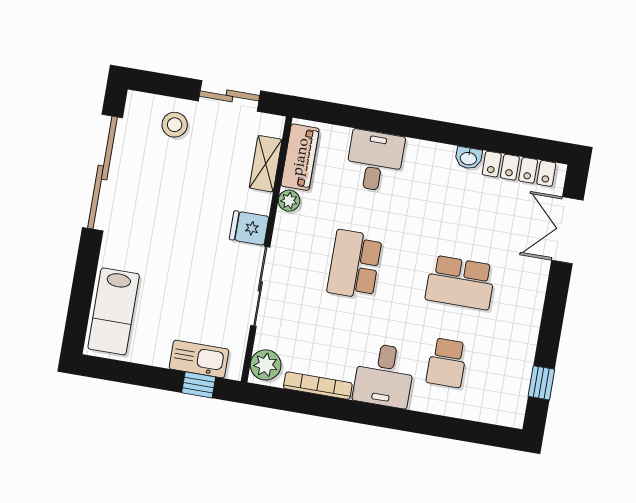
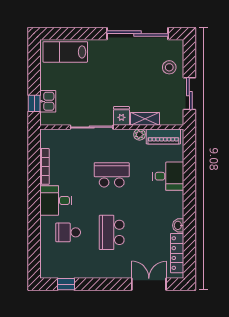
shelving: (266, 164) -> (145, 119), moved
kitchen sink: (199, 359) -> (48, 101), width x0.73
plant: (266, 365) -> (51, 137), removed

